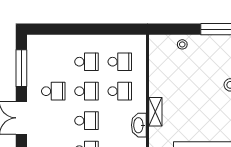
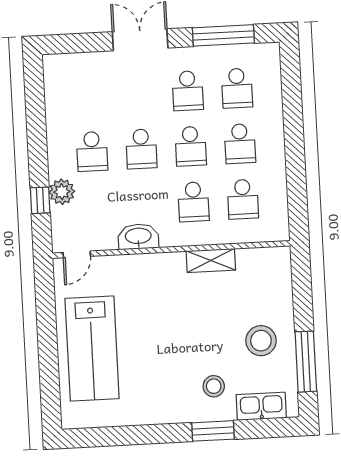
stool: (182, 44) -> (261, 341), moved, width x1.89, depth x1.89
school desk: (53, 62) -> (237, 88), added
shelving: (155, 112) -> (211, 261), moved

